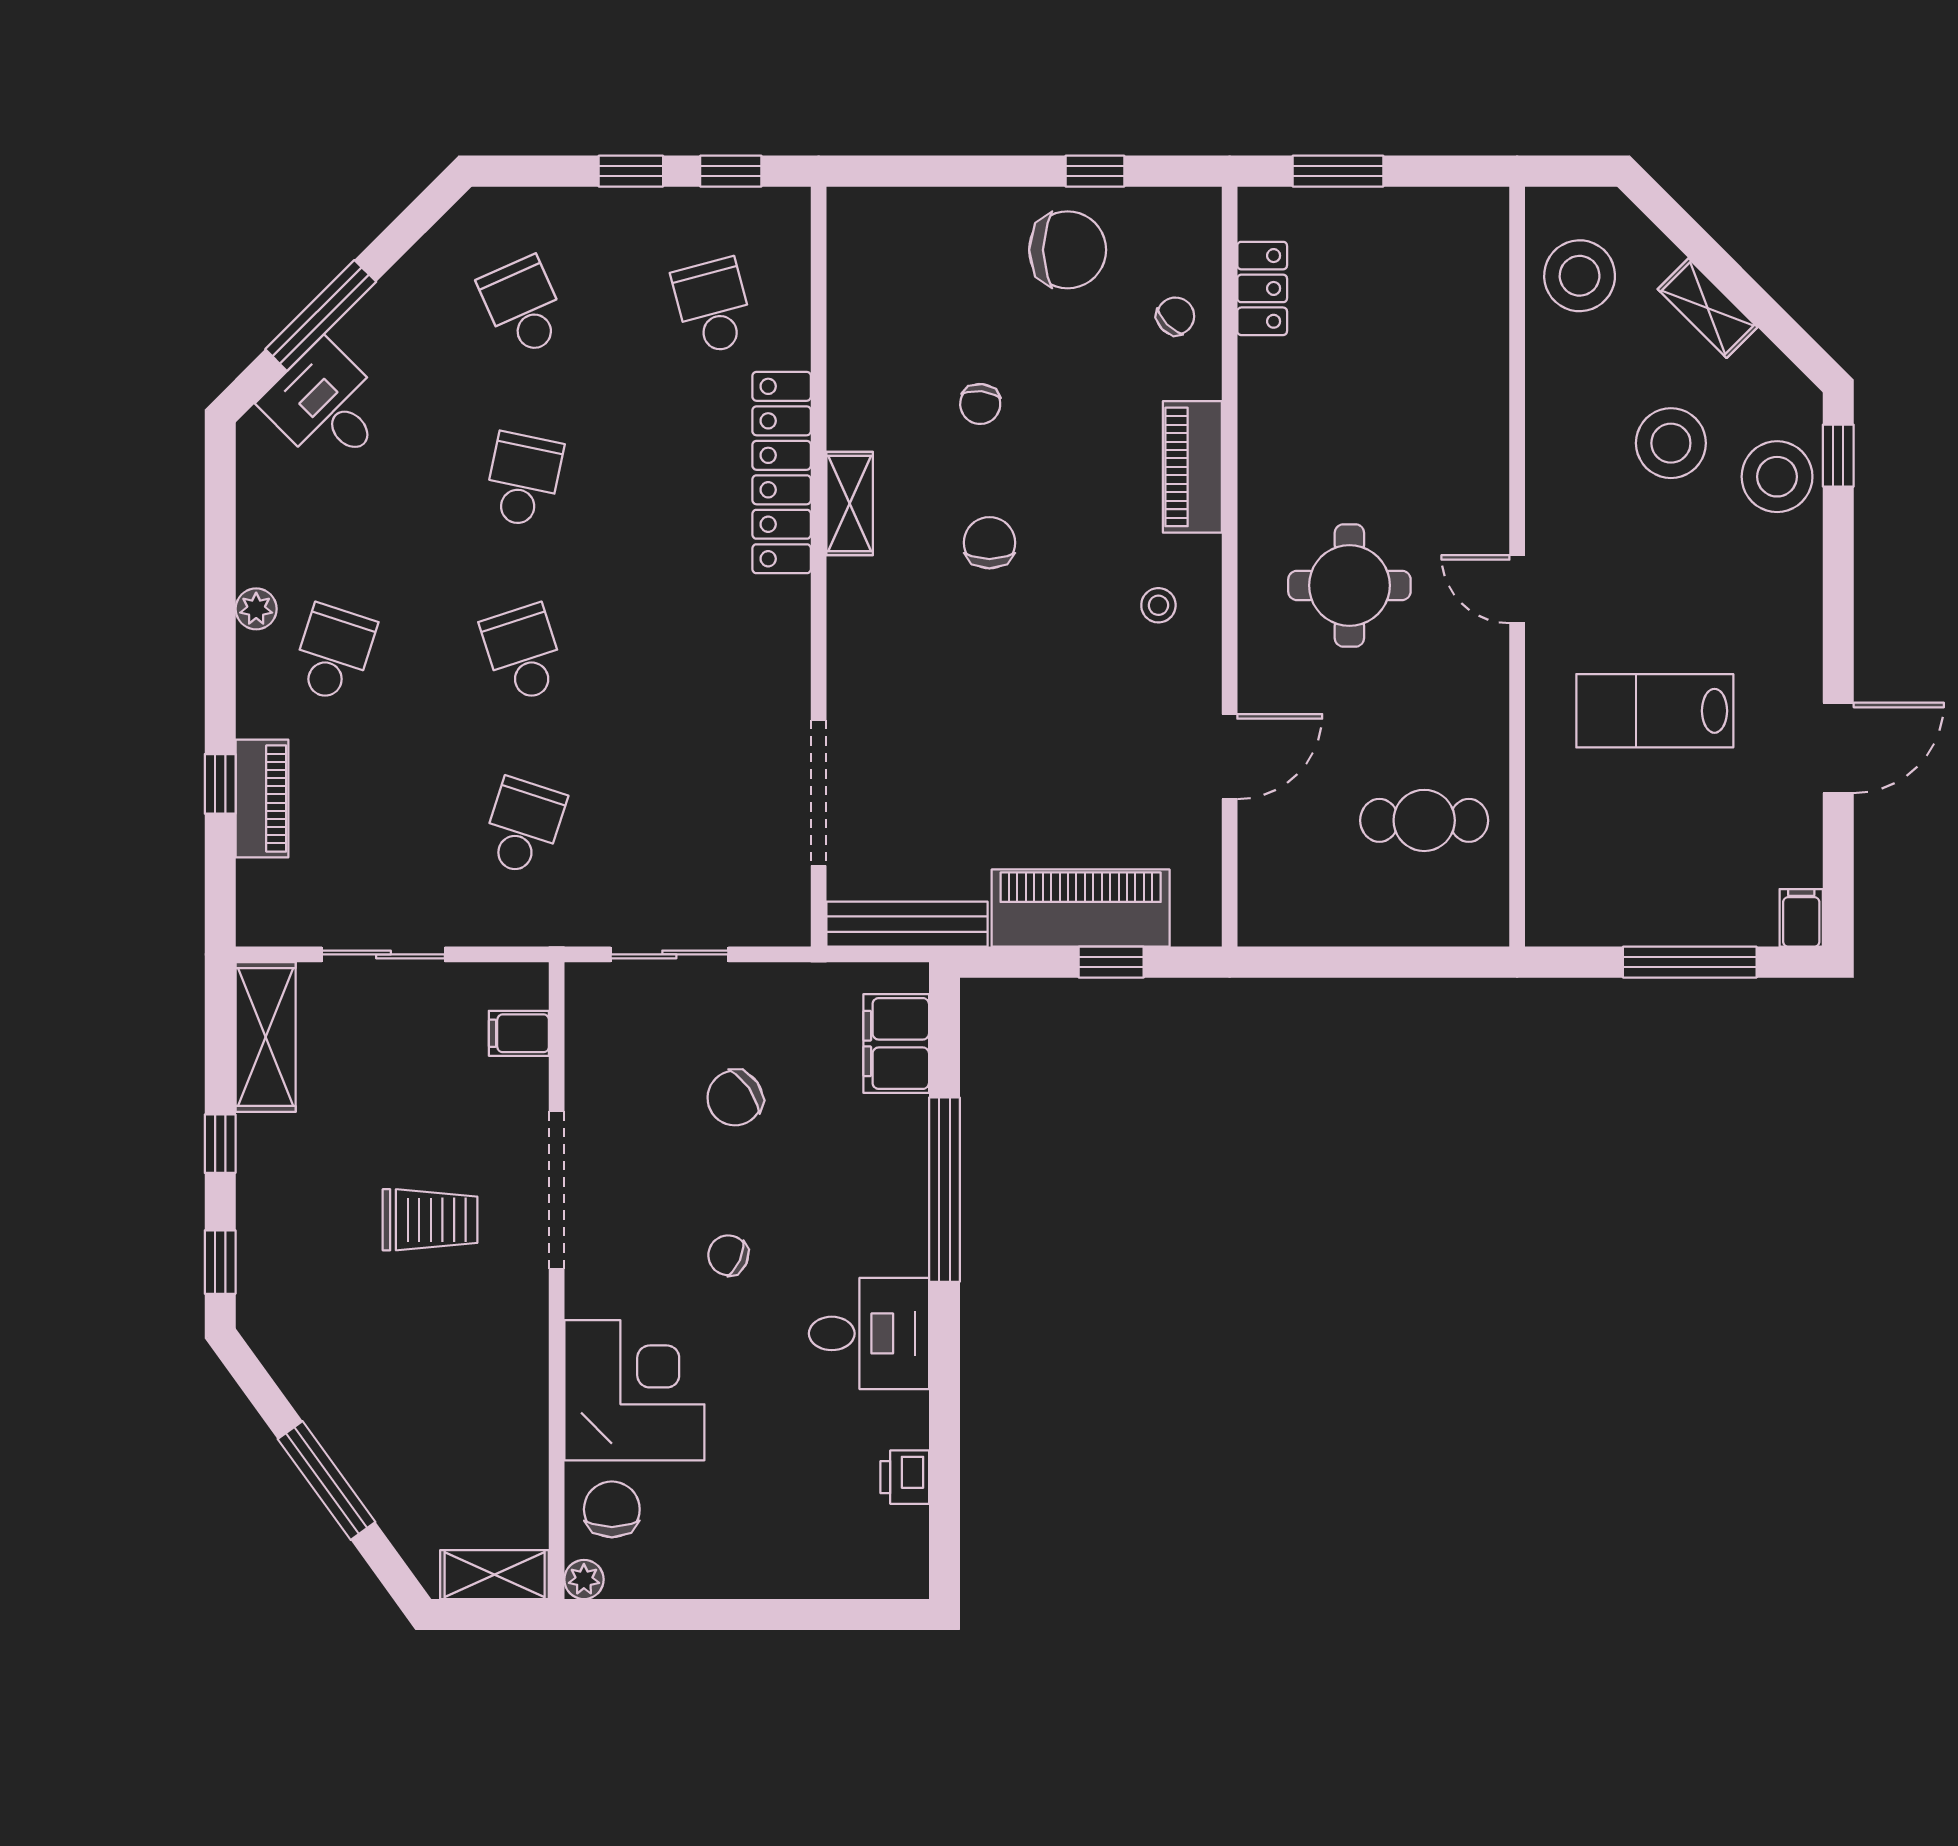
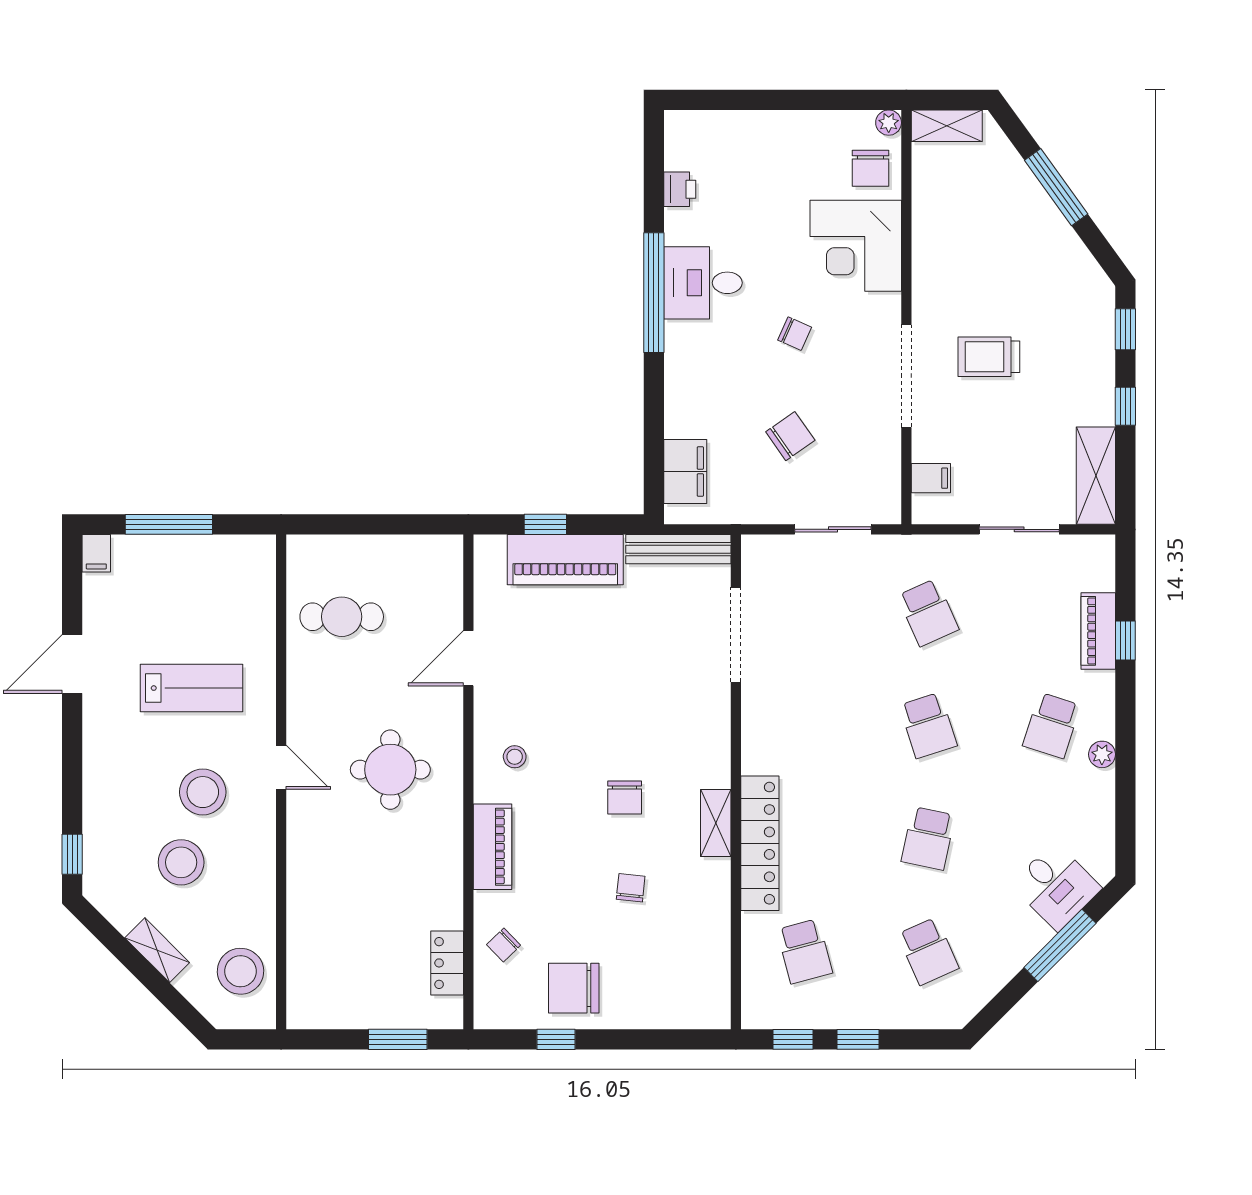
stool: (1777, 477) -> (203, 792), moved
school desk: (523, 827) -> (928, 613), turned -42
window: (944, 1190) -> (654, 293), moved

